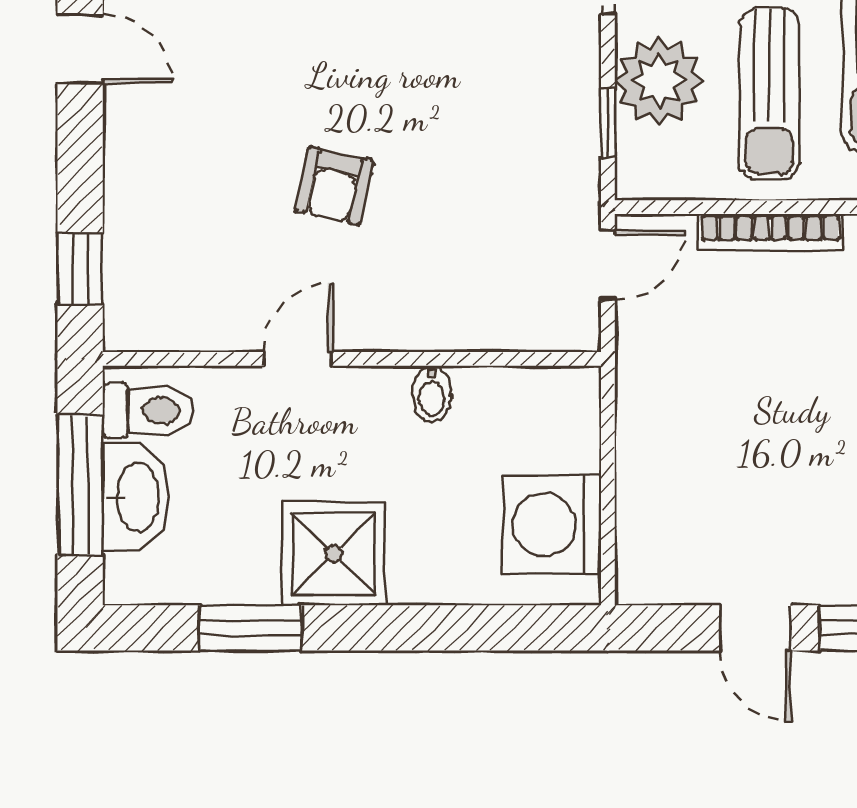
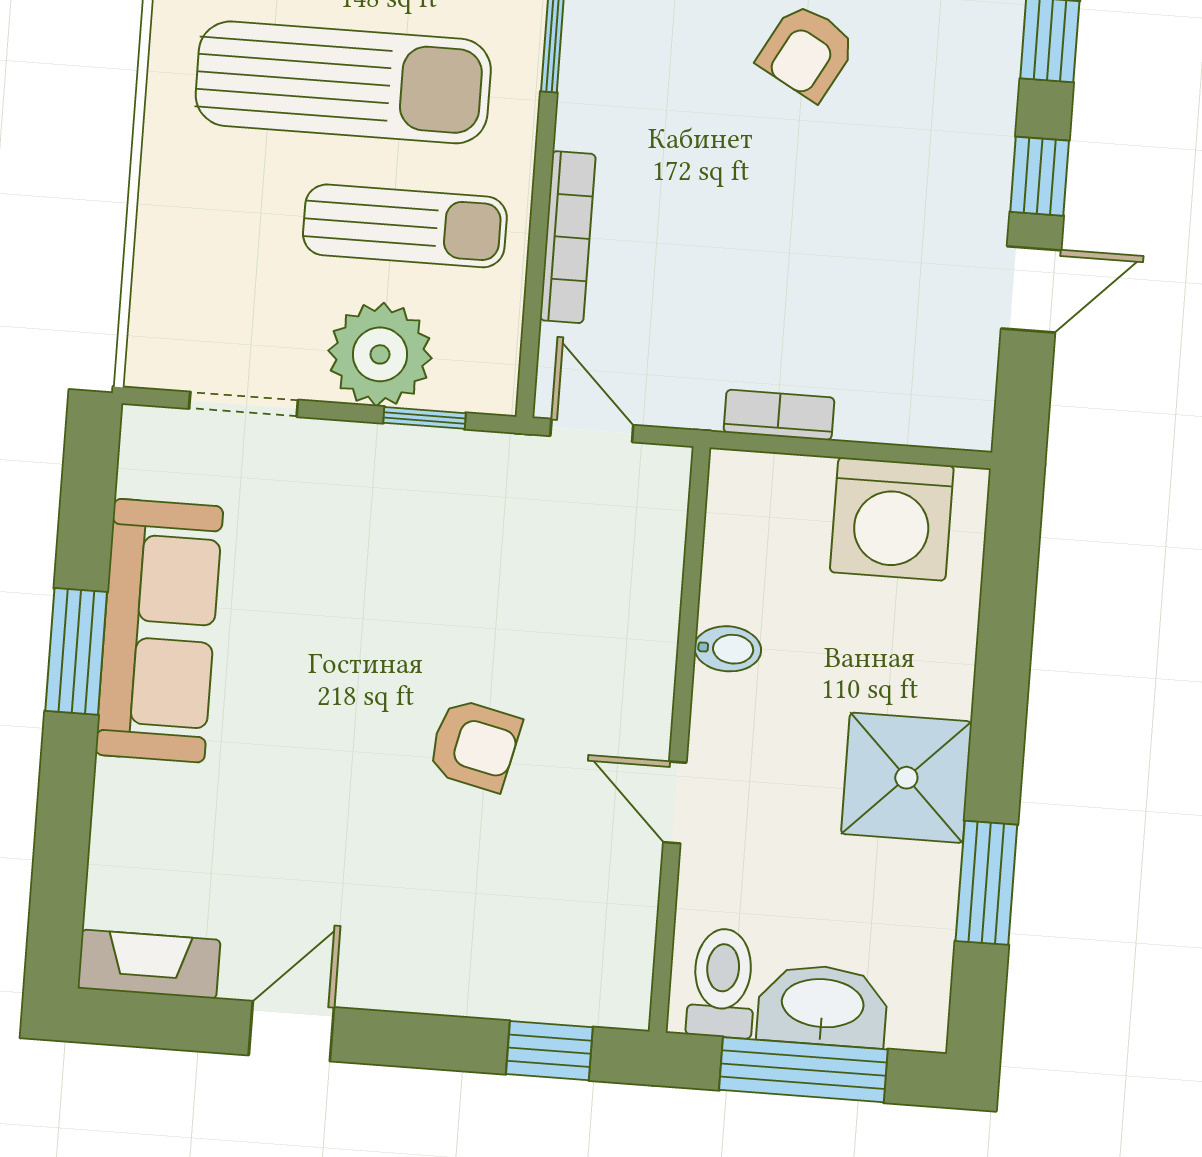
bookcase: (633, 422) -> (779, 415), added

